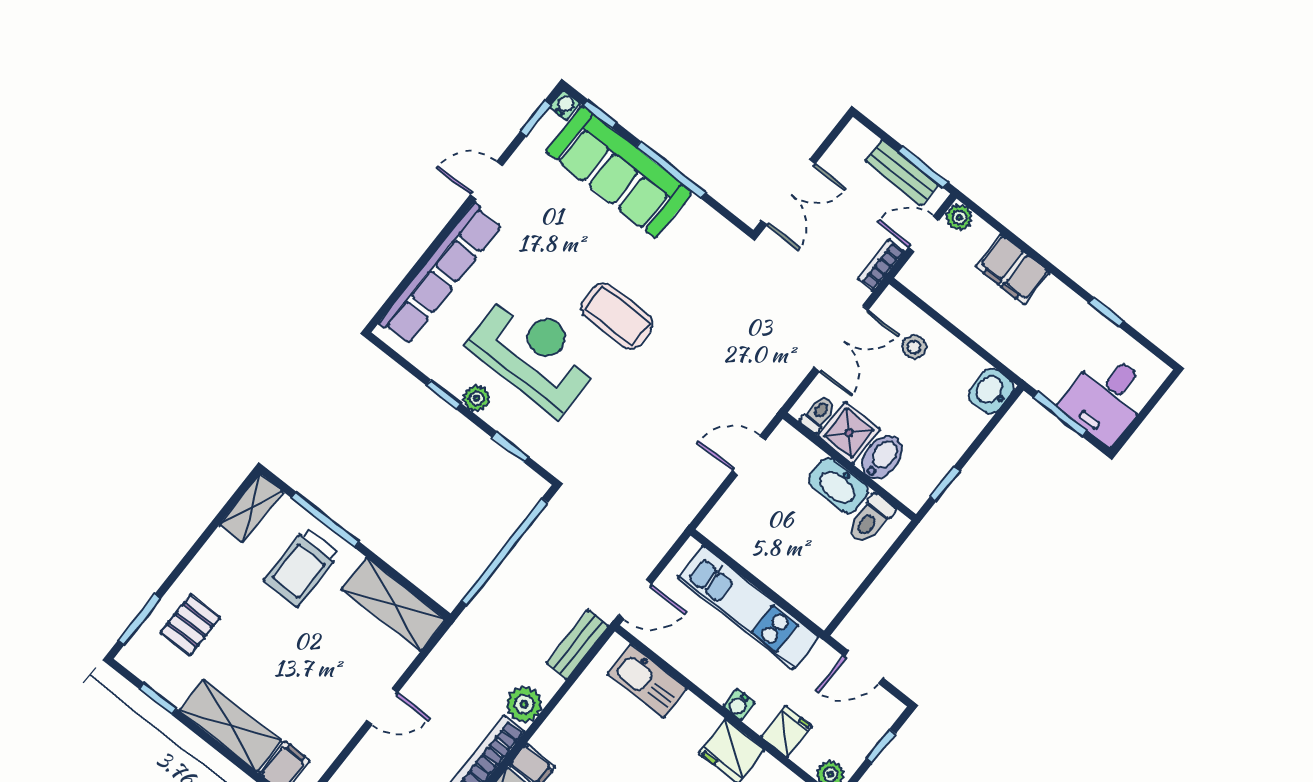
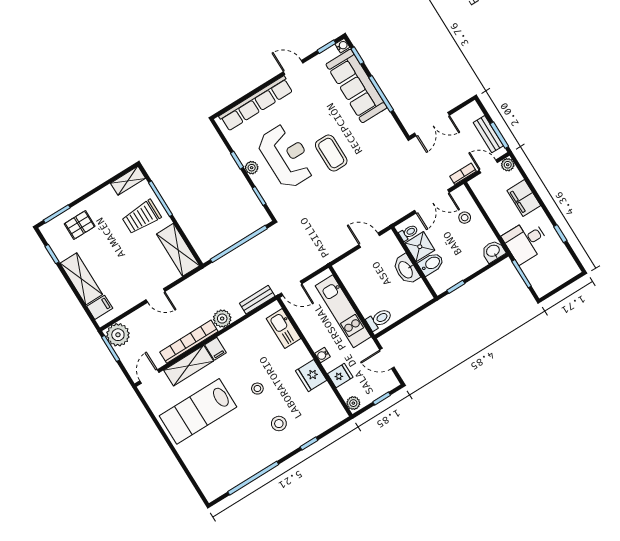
desk: (1107, 398) -> (526, 241), moved
toilet: (871, 519) -> (379, 319), moved, turned 180

